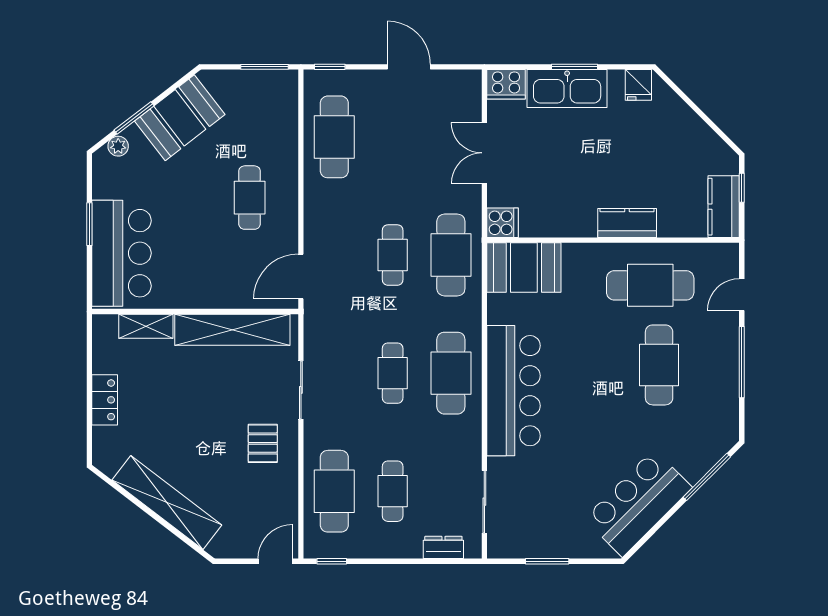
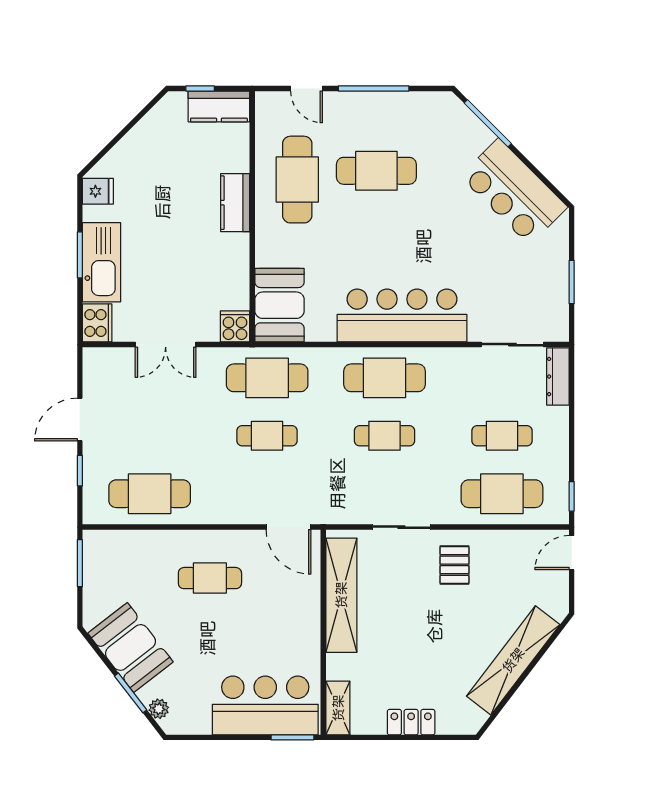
window: (330, 67) -> (80, 471), moved
window: (89, 224) -> (292, 737), moved
shelving: (146, 326) -> (338, 708), moved
pallet: (263, 443) -> (454, 565), turned 90
dresser: (443, 547) -> (558, 377), width x1.44
door: (275, 561) -> (572, 553), hinge flipped

